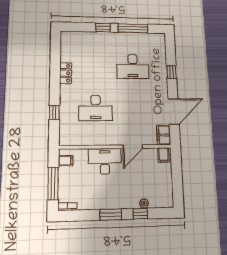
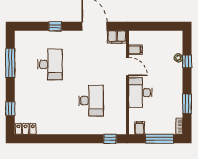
window: (103, 28) -> (10, 109), moved
locker: (66, 73) -> (26, 129), moved
window: (54, 113) -> (110, 139), moved
filing cabinet: (164, 155) -> (135, 50), moved
window: (111, 215) -> (187, 104), moved

